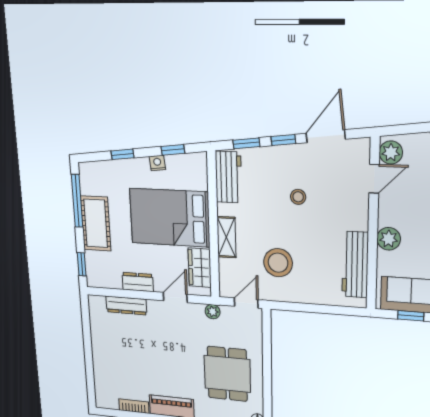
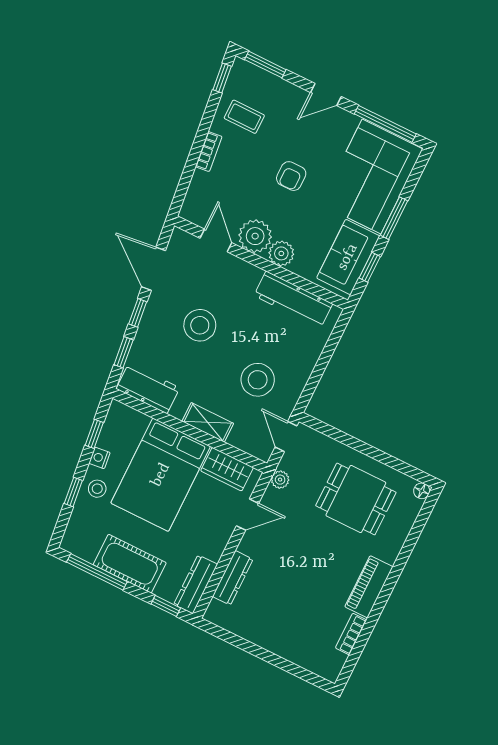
plant: (391, 152) -> (255, 236), moved, width x1.36, depth x1.36
stool: (134, 172) -> (97, 489), added
stool: (298, 197) -> (200, 325), width x1.89, depth x1.89
dresser: (138, 282) -> (196, 584), moved, width x1.44
door: (175, 298) -> (247, 515), swing flipped

